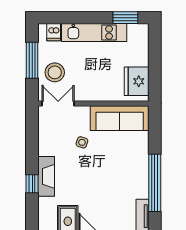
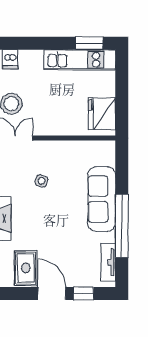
kitchen unit: (94, 33) -> (80, 60), moved
sofa: (120, 118) -> (102, 199), moved, turned 90

